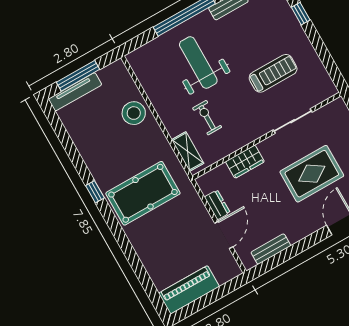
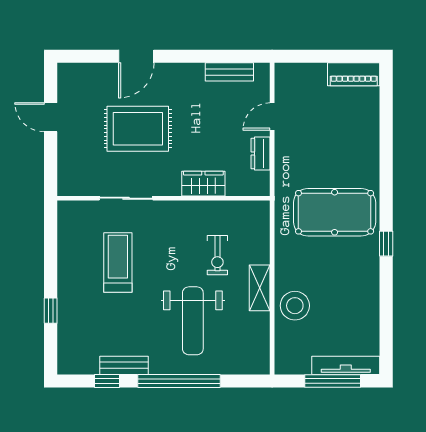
treadmill: (273, 73) -> (118, 263), turned 90
shelving: (188, 151) -> (260, 288), moved
door: (224, 235) -> (272, 117), width x0.73
piano: (189, 290) -> (354, 74), width x0.73, depth x0.75

